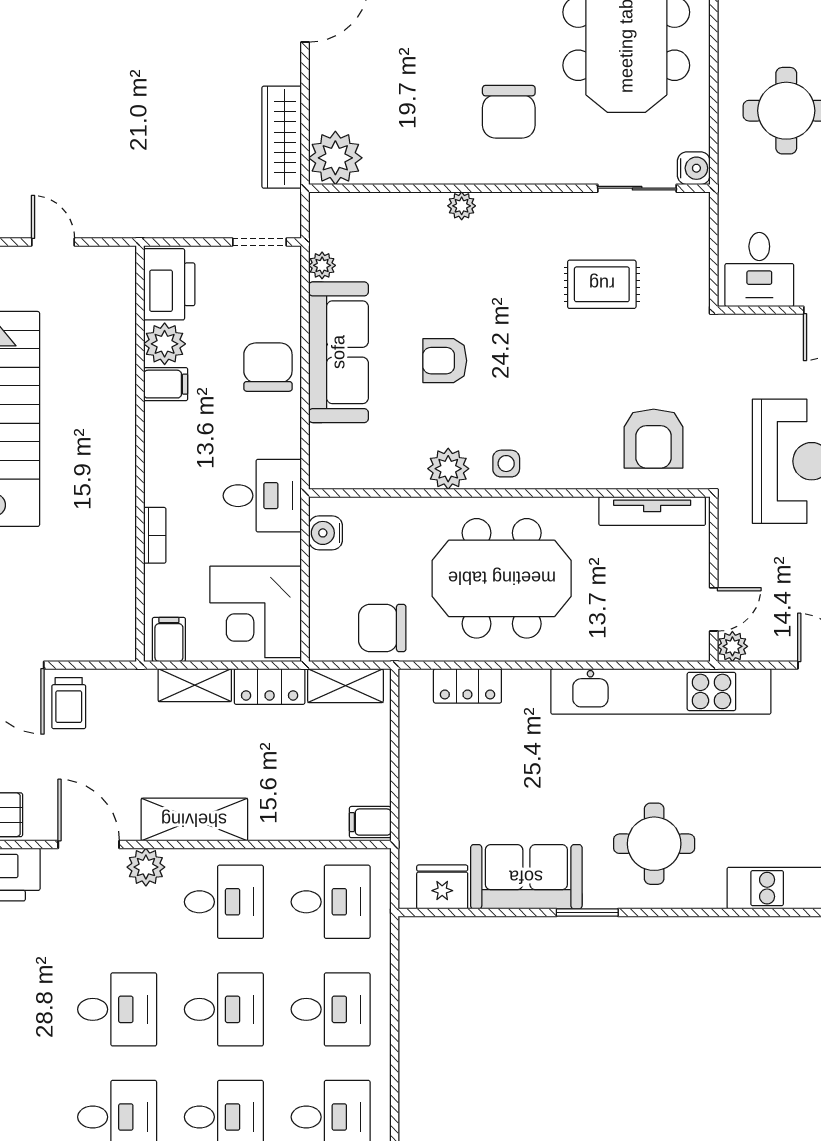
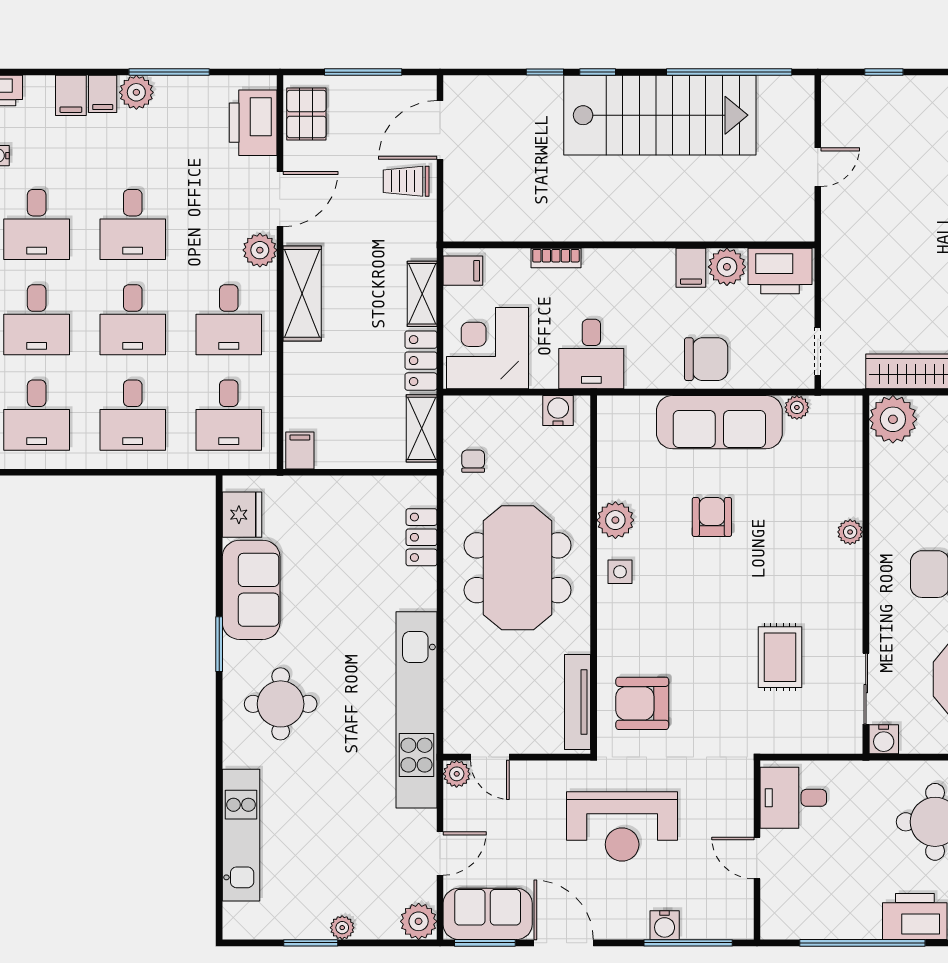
chair: (382, 628) -> (473, 461), width x0.54, depth x0.54

